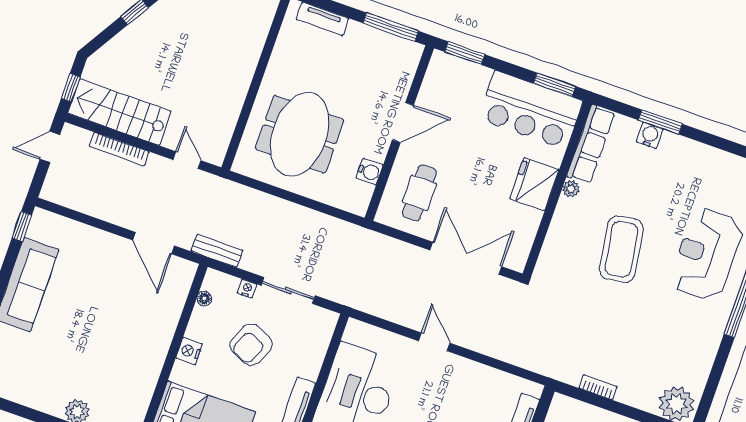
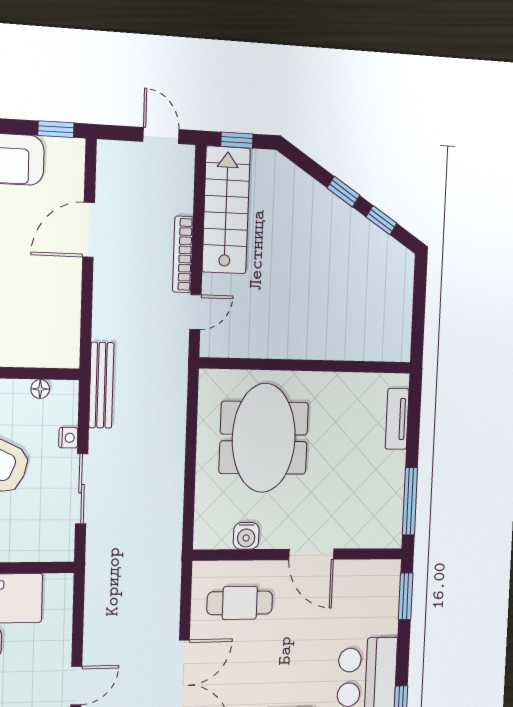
meeting table: (300, 134) -> (264, 438), turned 90
bookcase: (119, 149) -> (183, 254), moved
door: (154, 243) -> (89, 230), moved
bench: (217, 251) -> (101, 385), width x1.36

